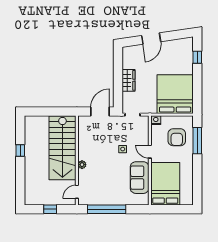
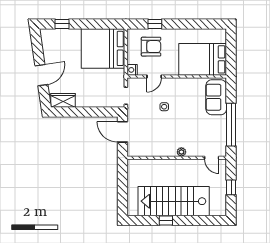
door: (151, 39) -> (41, 75), hinge flipped
wardrobe: (128, 80) -> (63, 100), moved
window: (197, 141) -> (155, 24), width x0.46
stairs: (62, 148) -> (174, 201), moved, turned 180
door: (150, 152) -> (154, 77), moved
sofa: (140, 178) -> (216, 97), moved, turned 90

